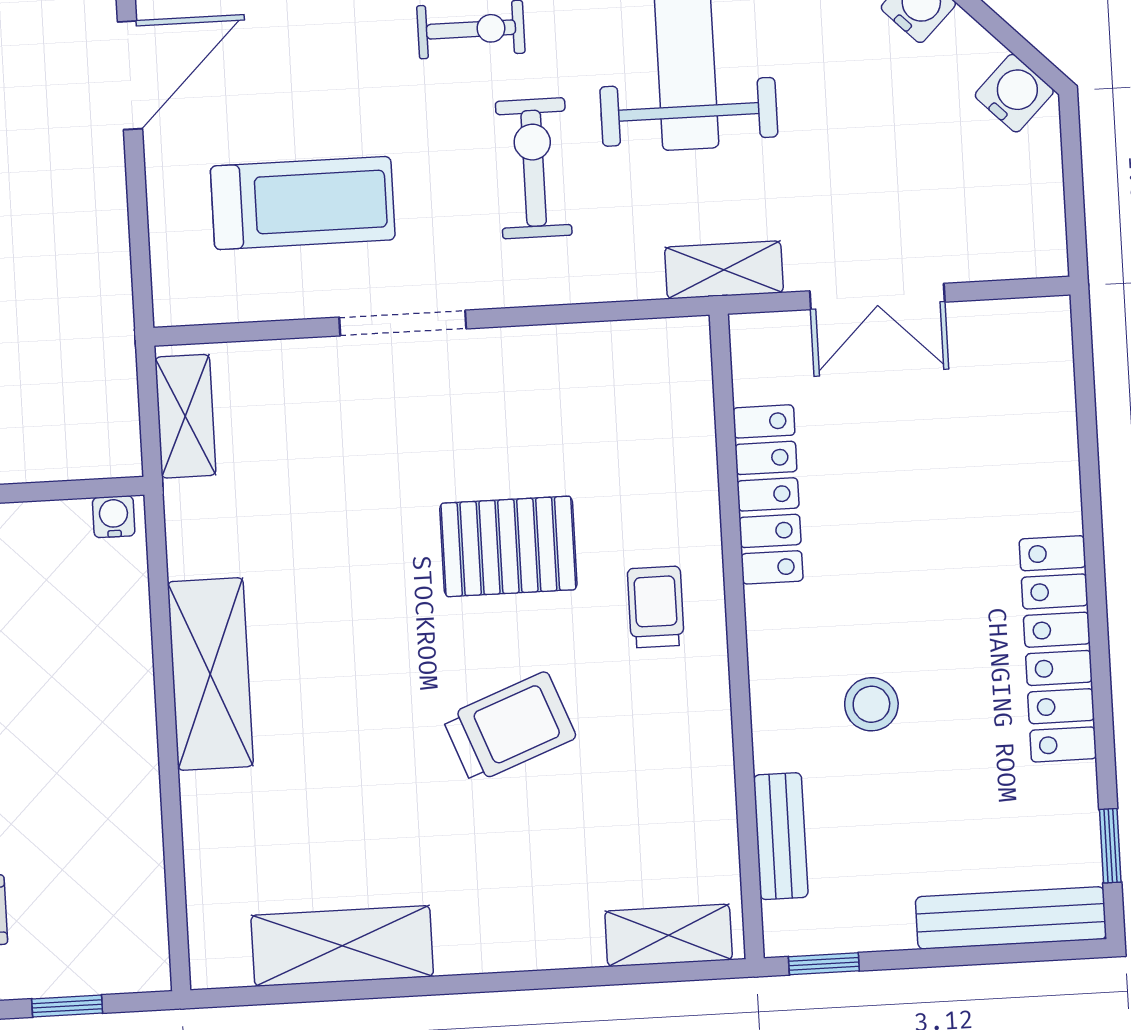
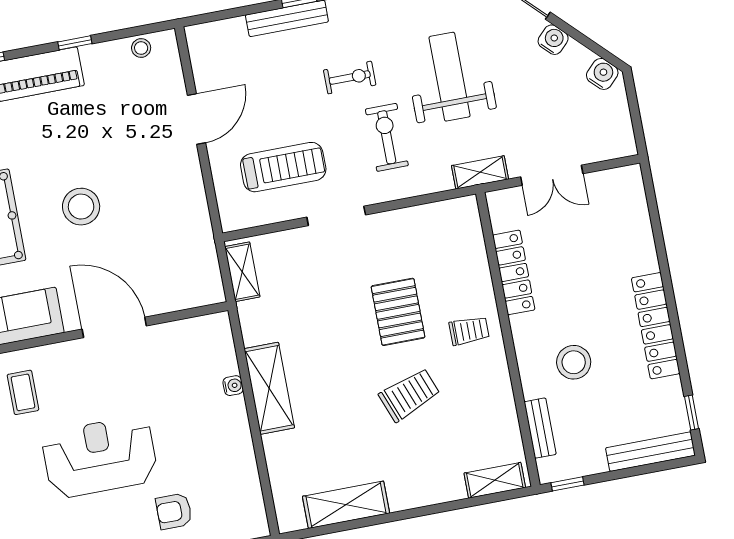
water cooler: (114, 517) -> (233, 386), moved, turned 90
pallet: (508, 546) -> (398, 312), turned 90
trolley: (656, 607) -> (469, 331), turned 90
stool: (871, 704) -> (574, 362), width x1.38, depth x1.38

